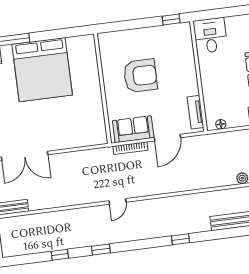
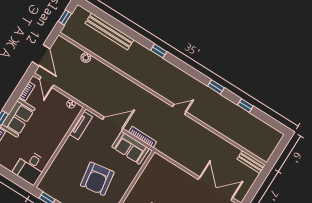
armchair: (140, 76) -> (97, 179), turned -99

